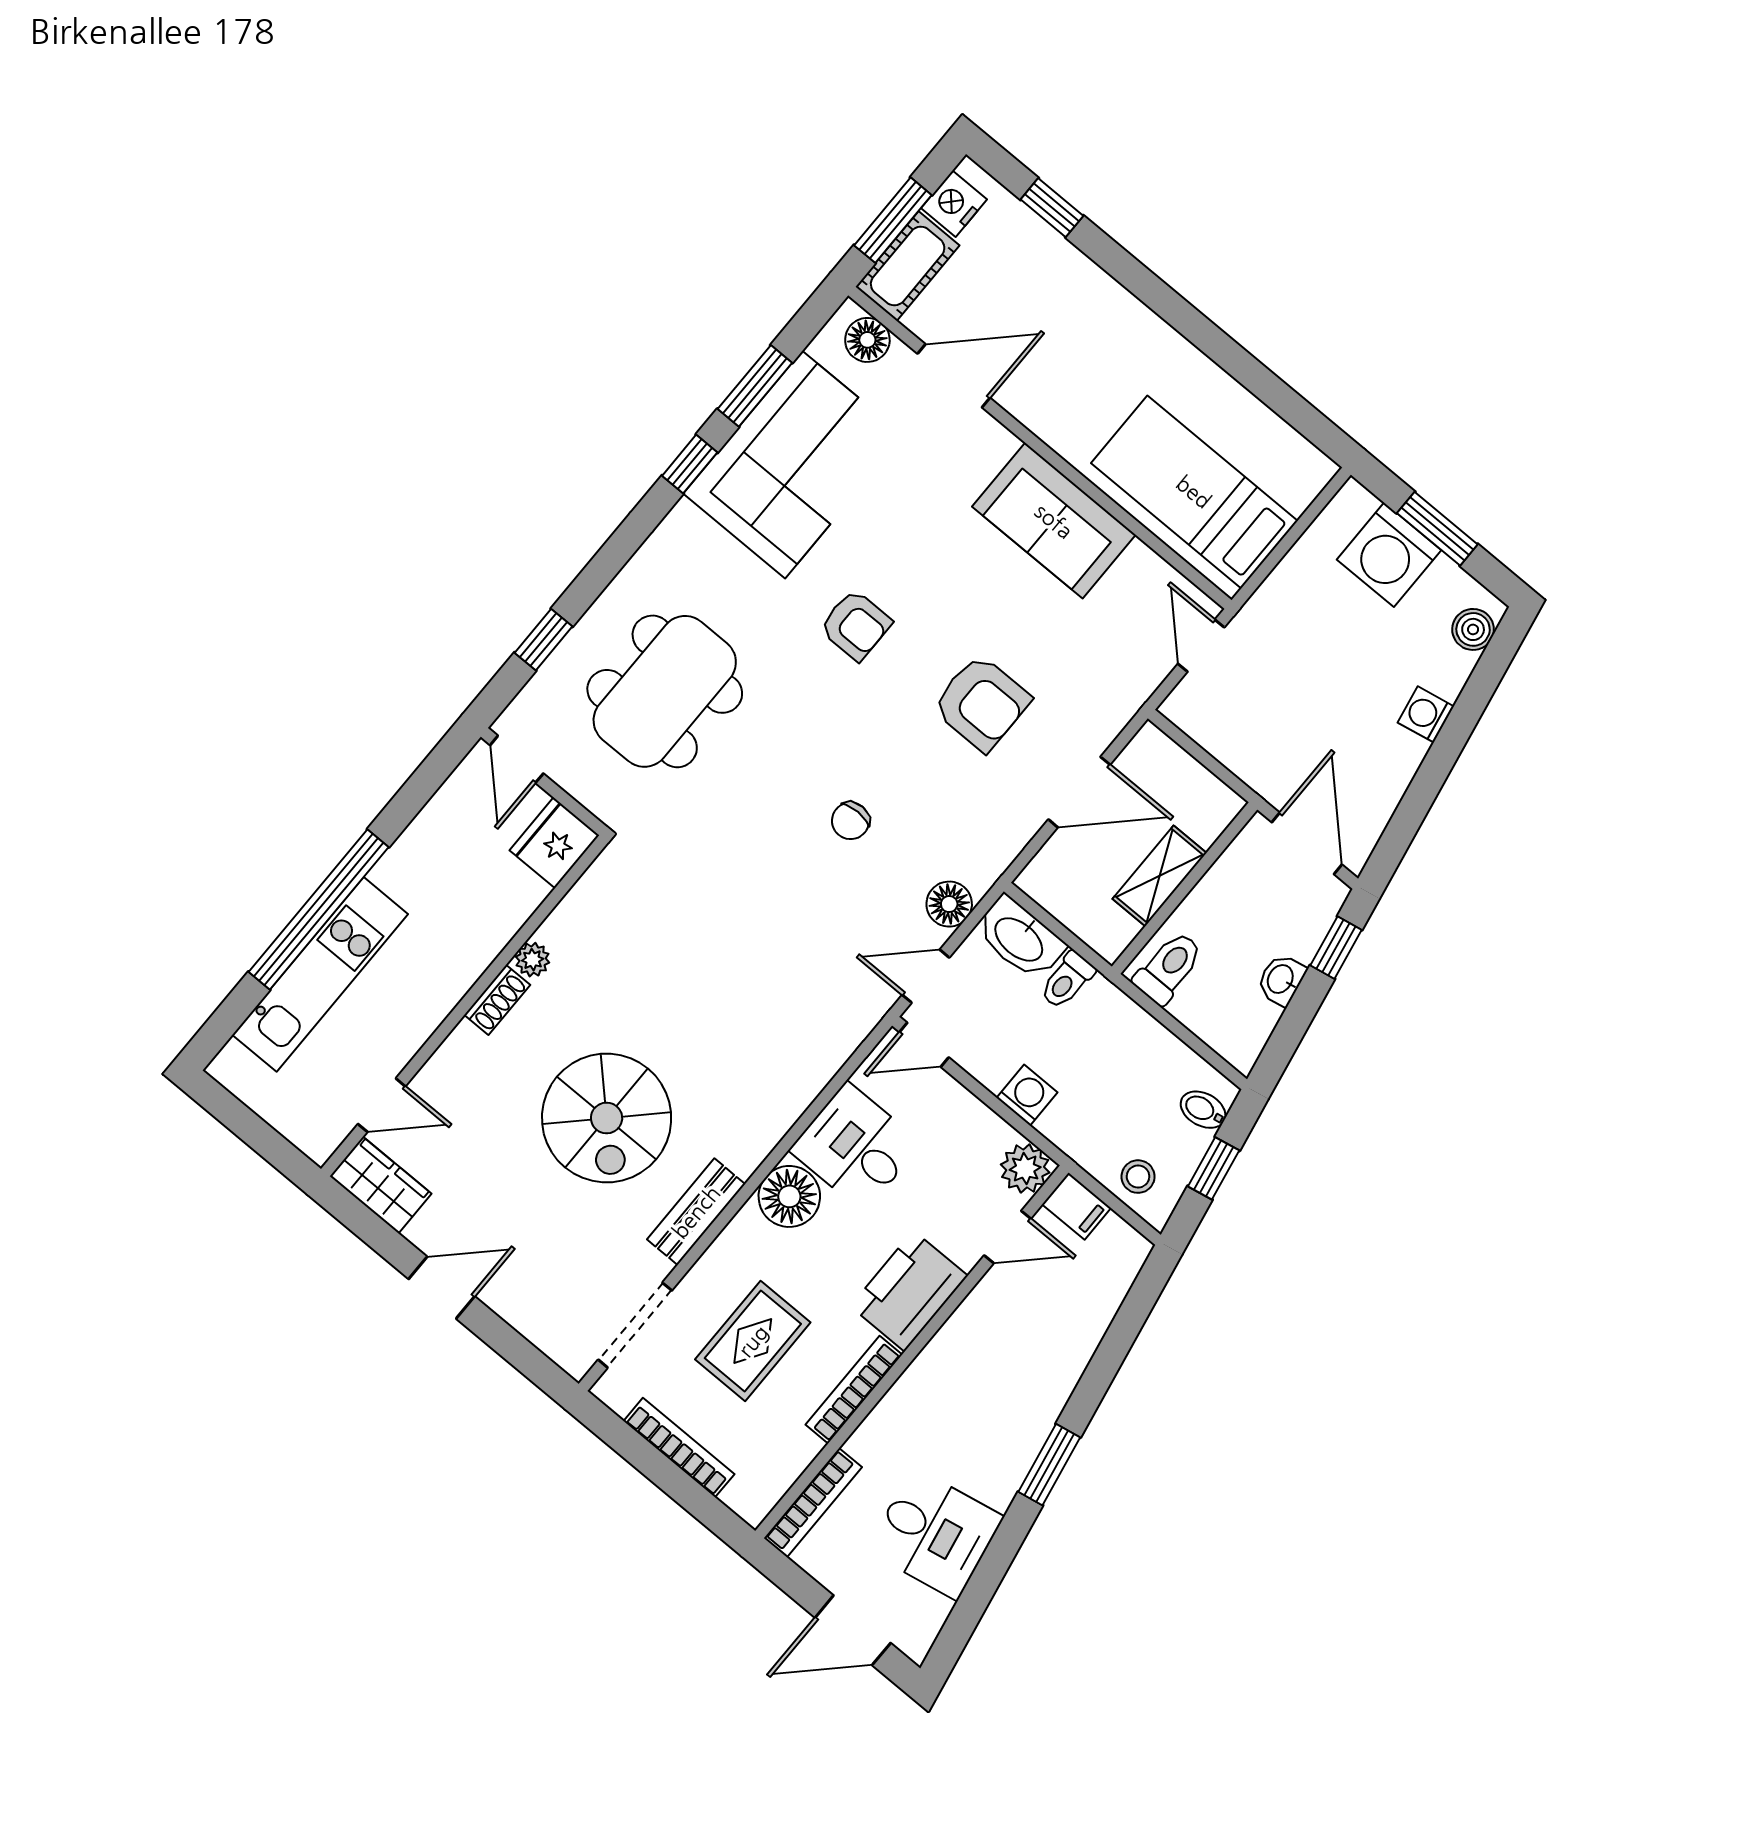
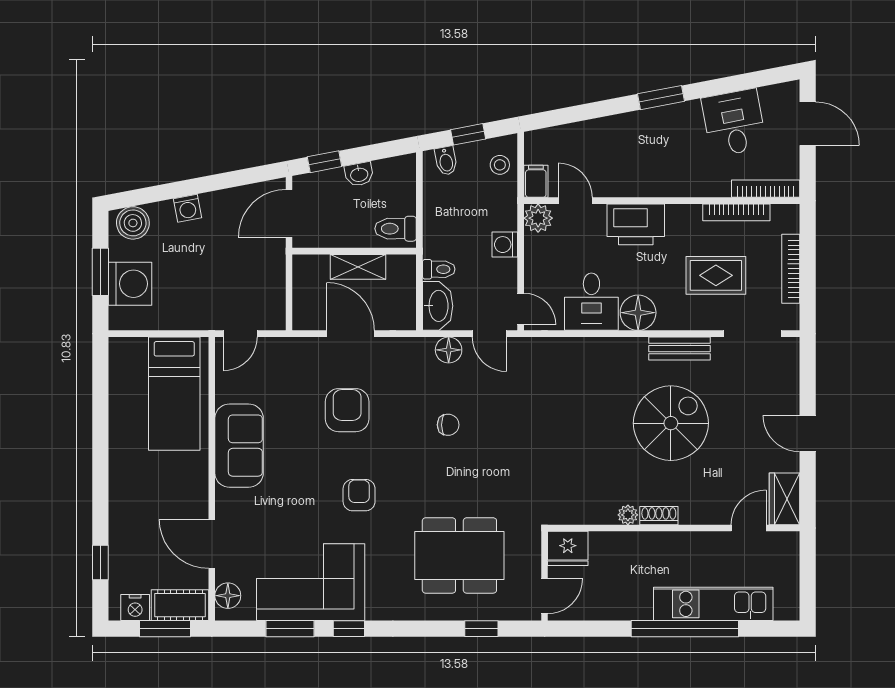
boiler: (1473, 629) -> (133, 223), width x1.36, depth x1.36
door: (382, 1105) -> (749, 528), hinge flipped
bookcase: (854, 1390) -> (736, 212), moved

